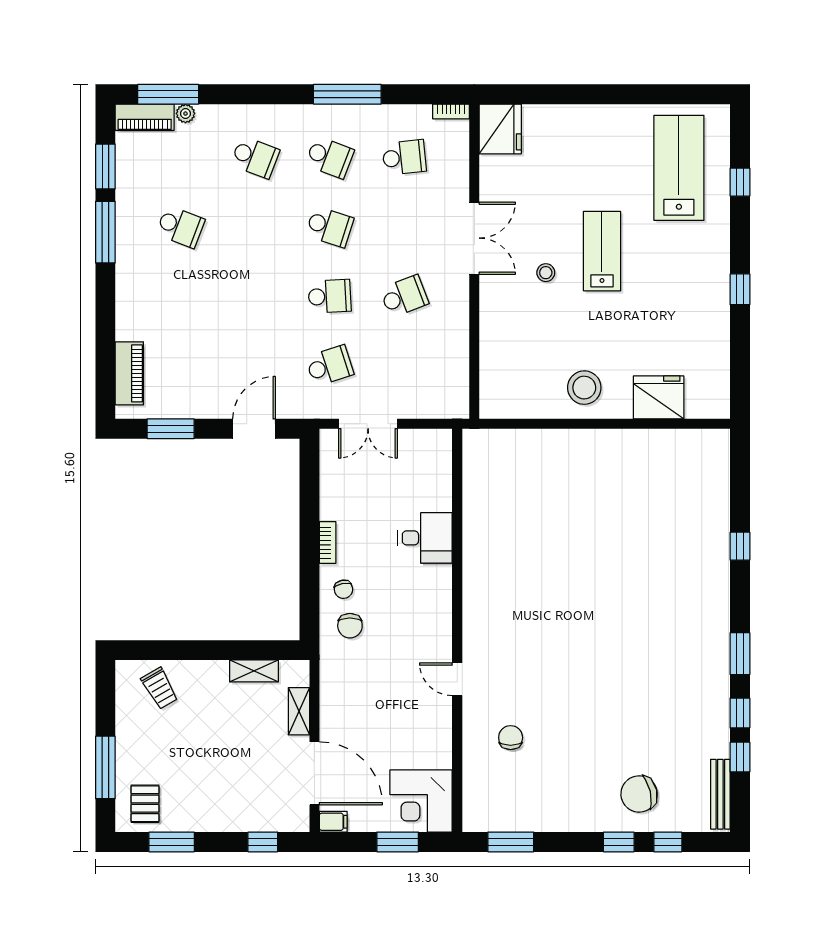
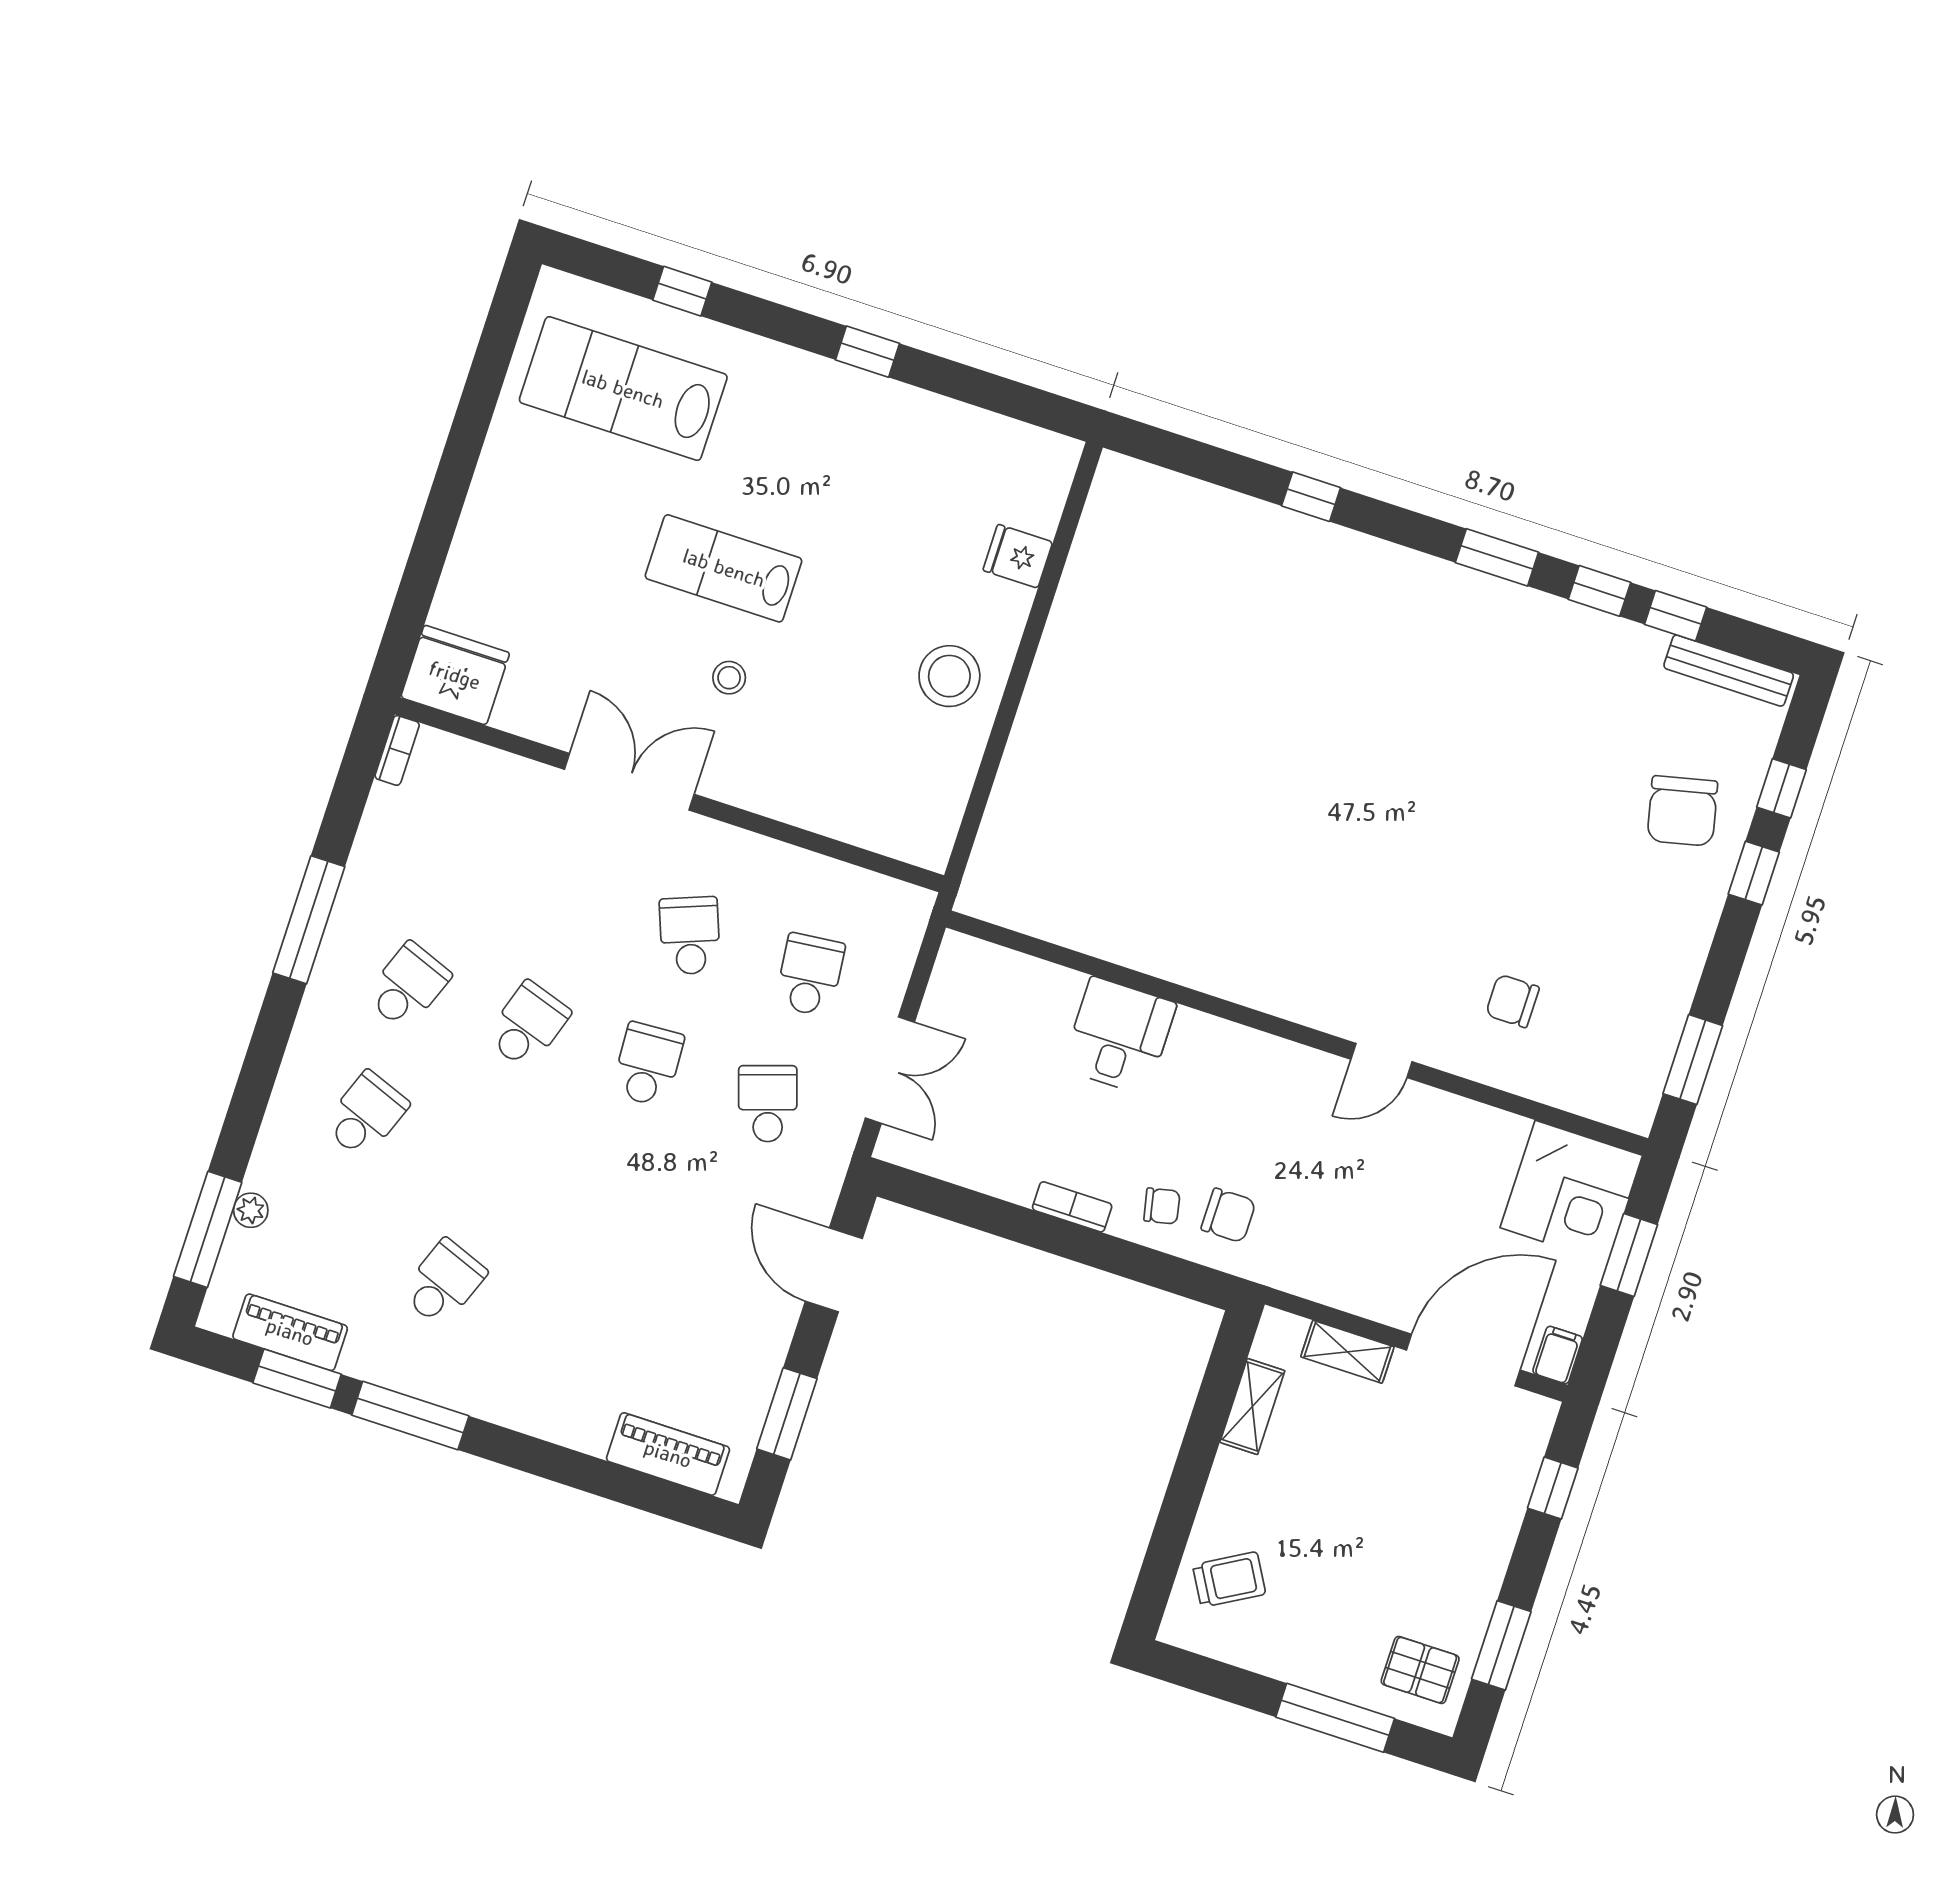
piano: (145, 117) -> (290, 1332), moved, turned -90
school desk: (404, 157) -> (810, 975), moved
fridge: (659, 397) -> (1018, 556), width x0.53, depth x0.75

